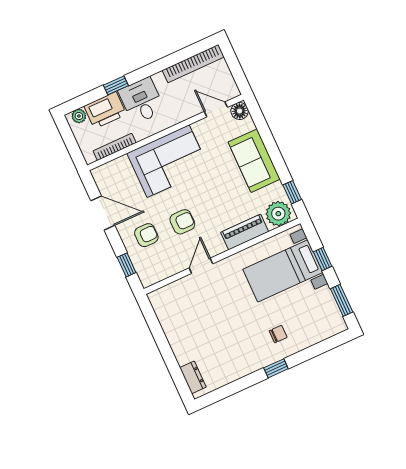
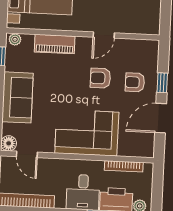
door: (103, 213) -> (161, 118), hinge flipped
plant: (278, 214) -> (15, 39), width x0.53, depth x0.53
window: (127, 265) -> (162, 83), moved

